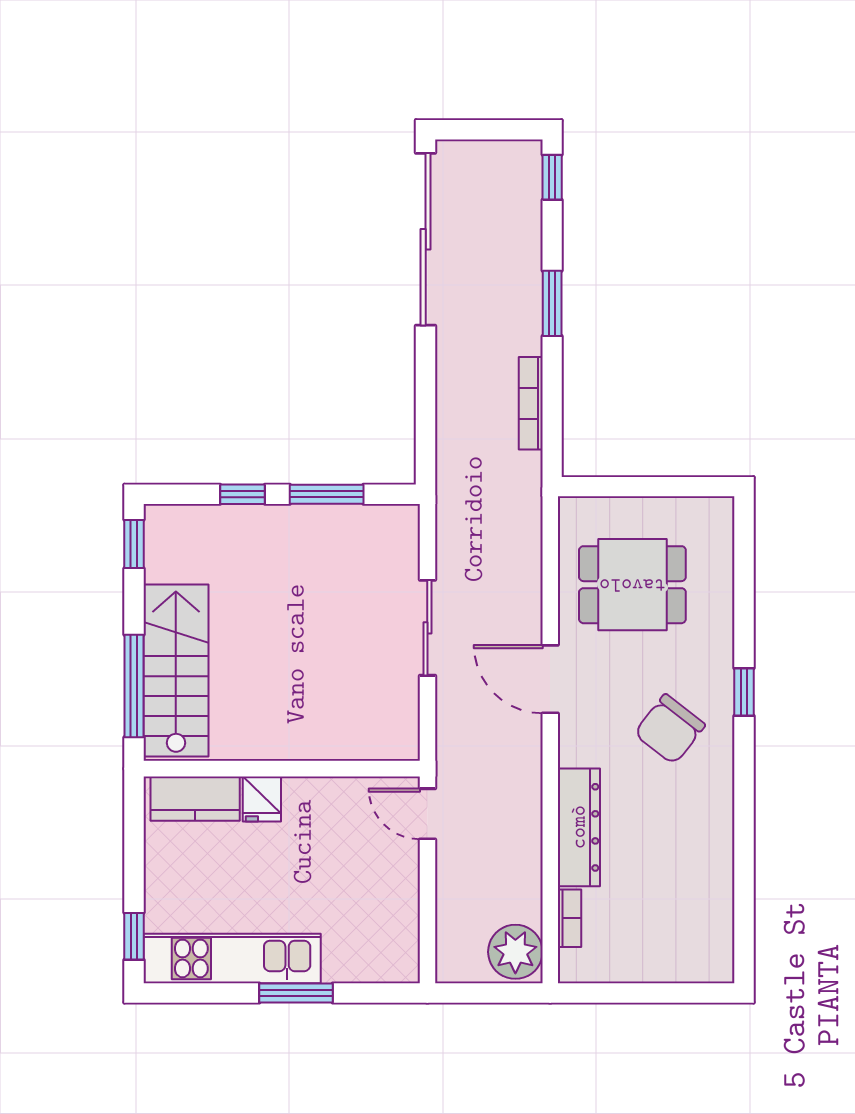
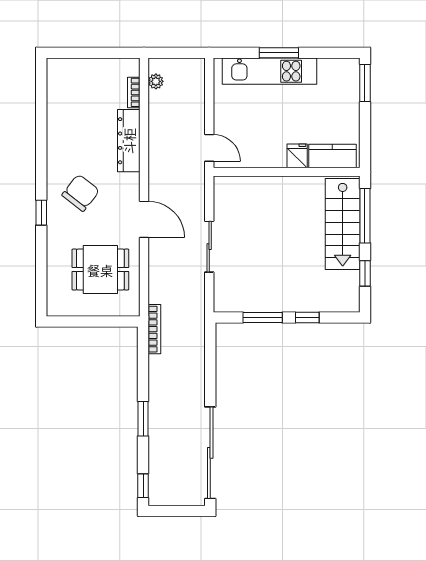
bookcase: (531, 403) -> (154, 329), moved
window: (134, 544) -> (365, 273), moved
window: (134, 936) -> (365, 83), width x1.50
plant: (515, 952) -> (156, 81), width x0.53, depth x0.53
kitchen unit: (232, 958) -> (270, 71), moved

